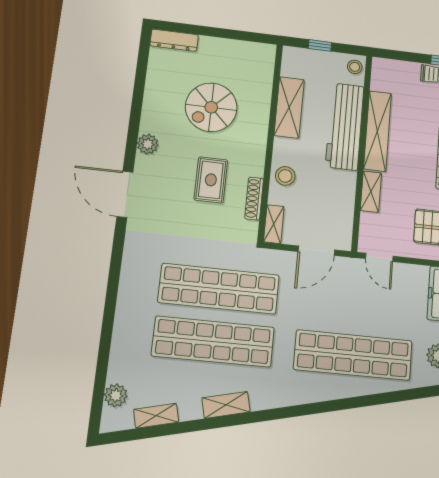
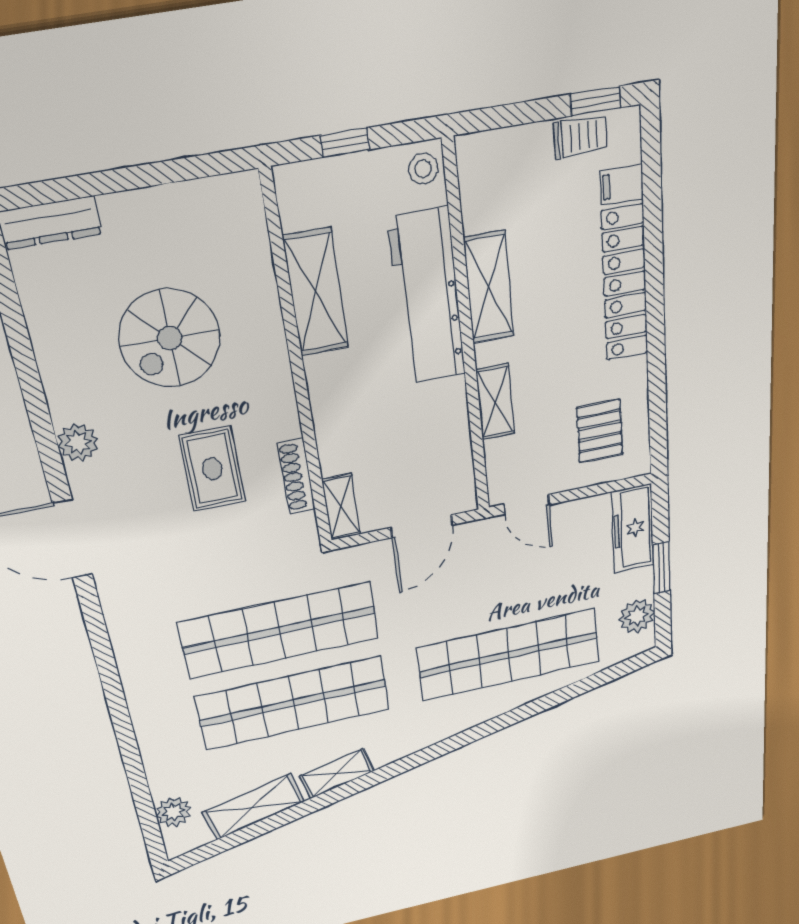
shelving: (378, 131) -> (489, 287), width x0.68
stool: (285, 176) -> (340, 421), removed
shelving: (156, 416) -> (254, 807), width x1.50, depth x1.33

